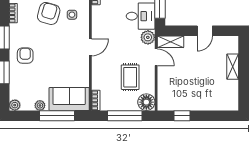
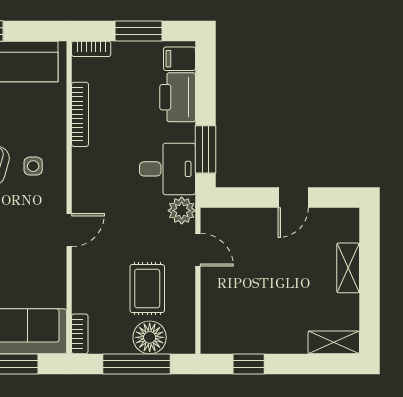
shelving: (170, 42) -> (334, 342), moved
floor lamp: (146, 102) -> (150, 337), moved

